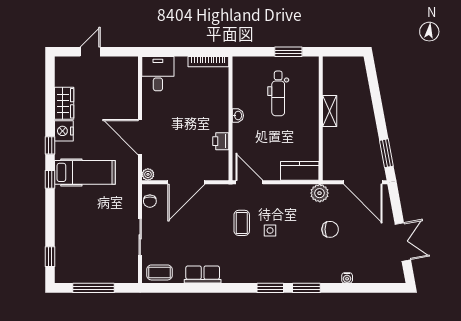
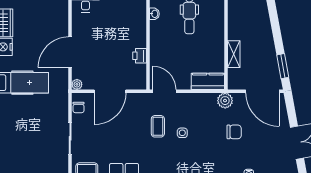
shelving: (330, 111) -> (234, 54), moved
washbasin: (238, 115) -> (154, 14), moved
door: (140, 137) -> (70, 52), hinge flipped

